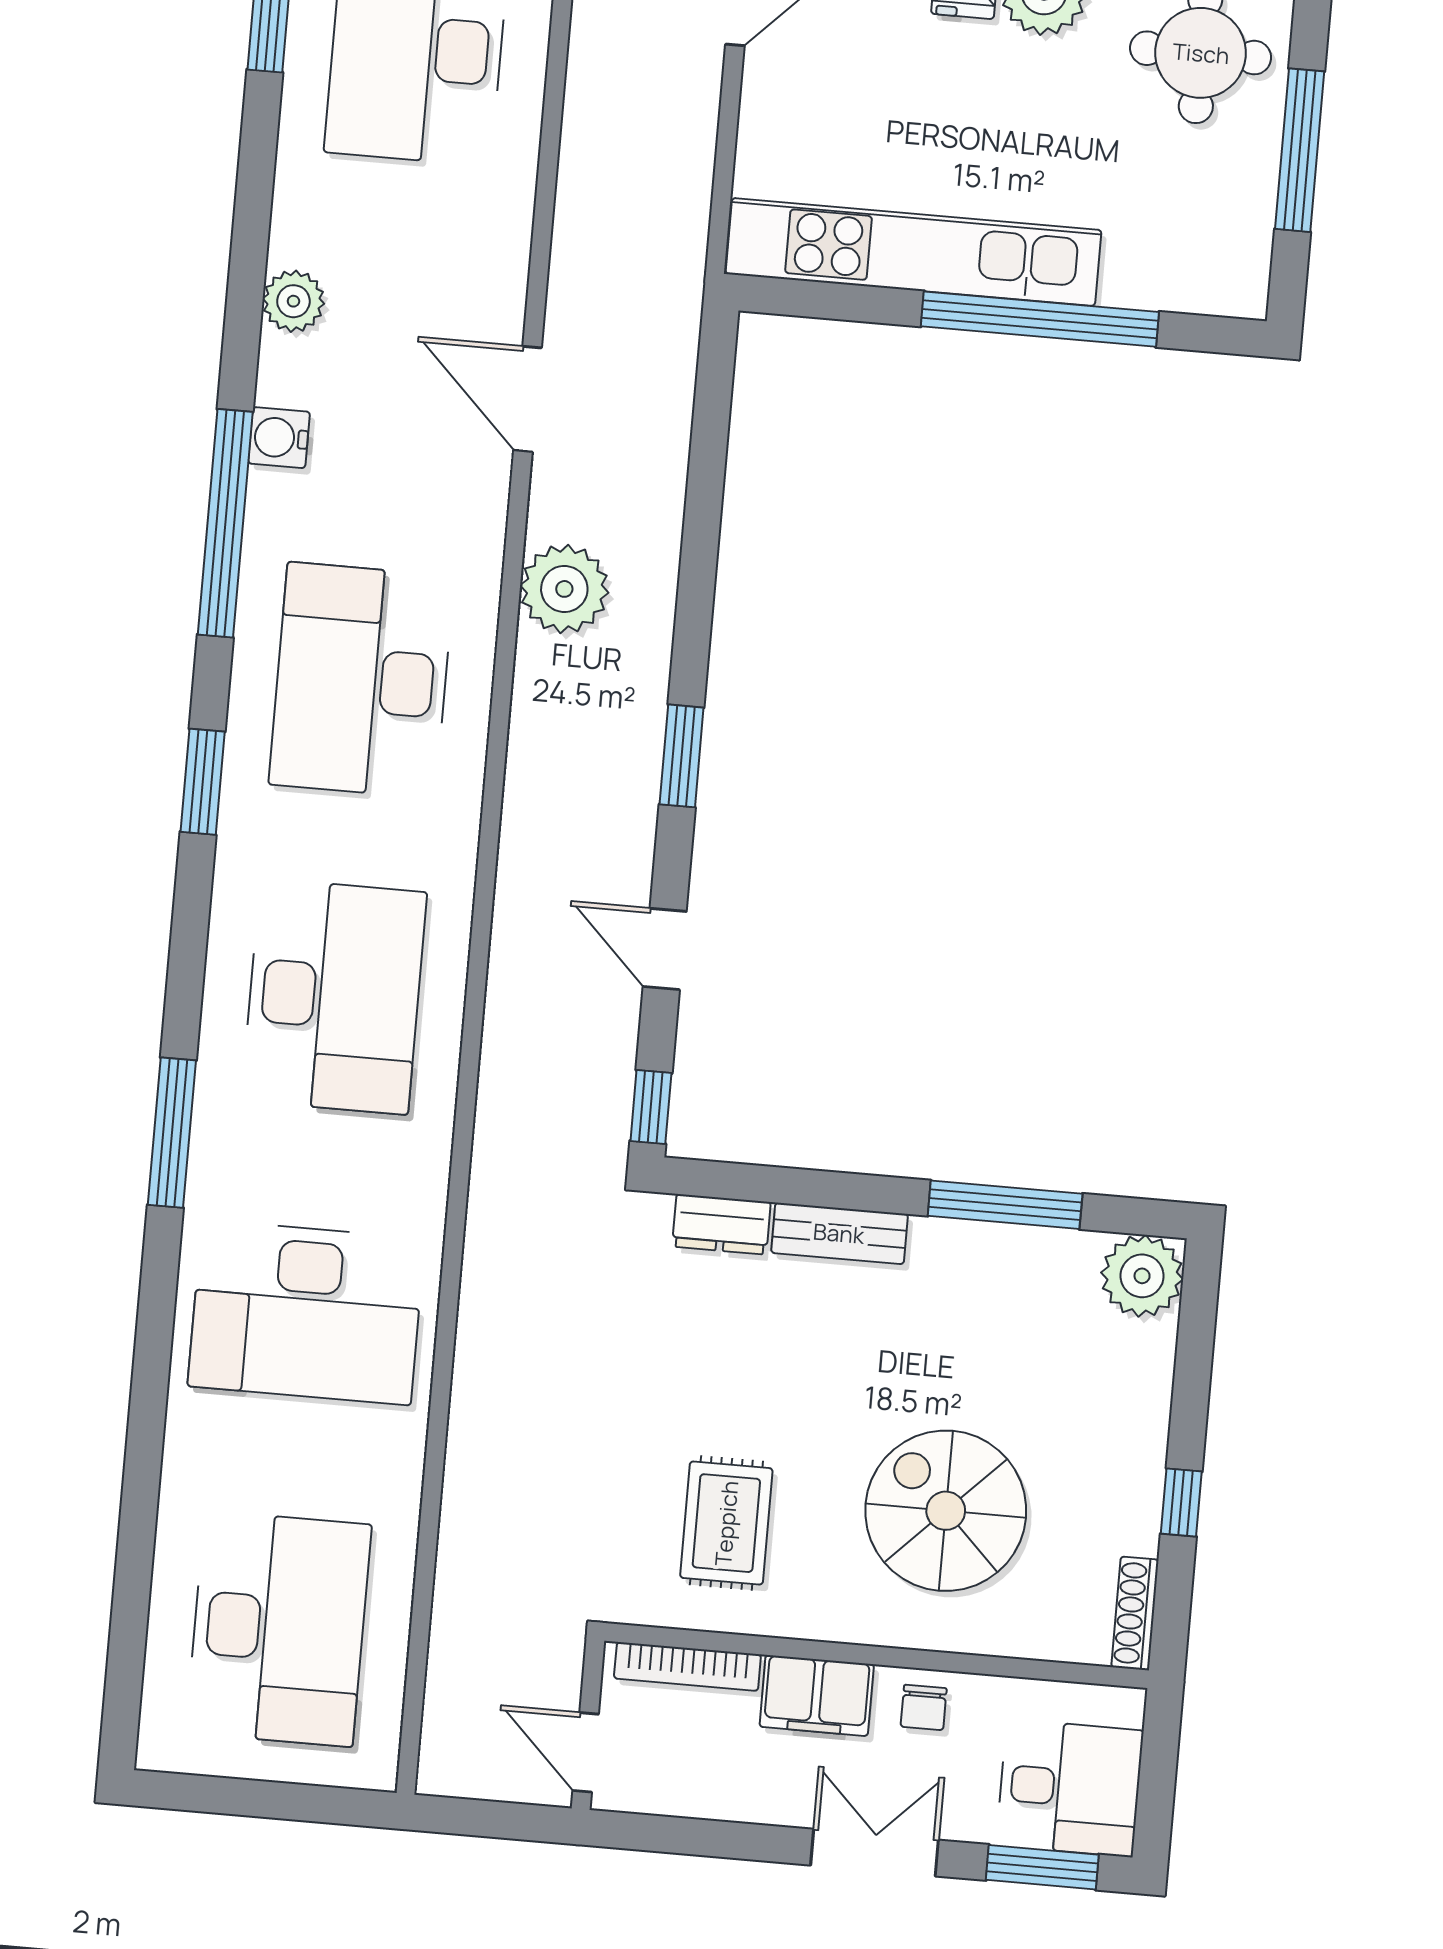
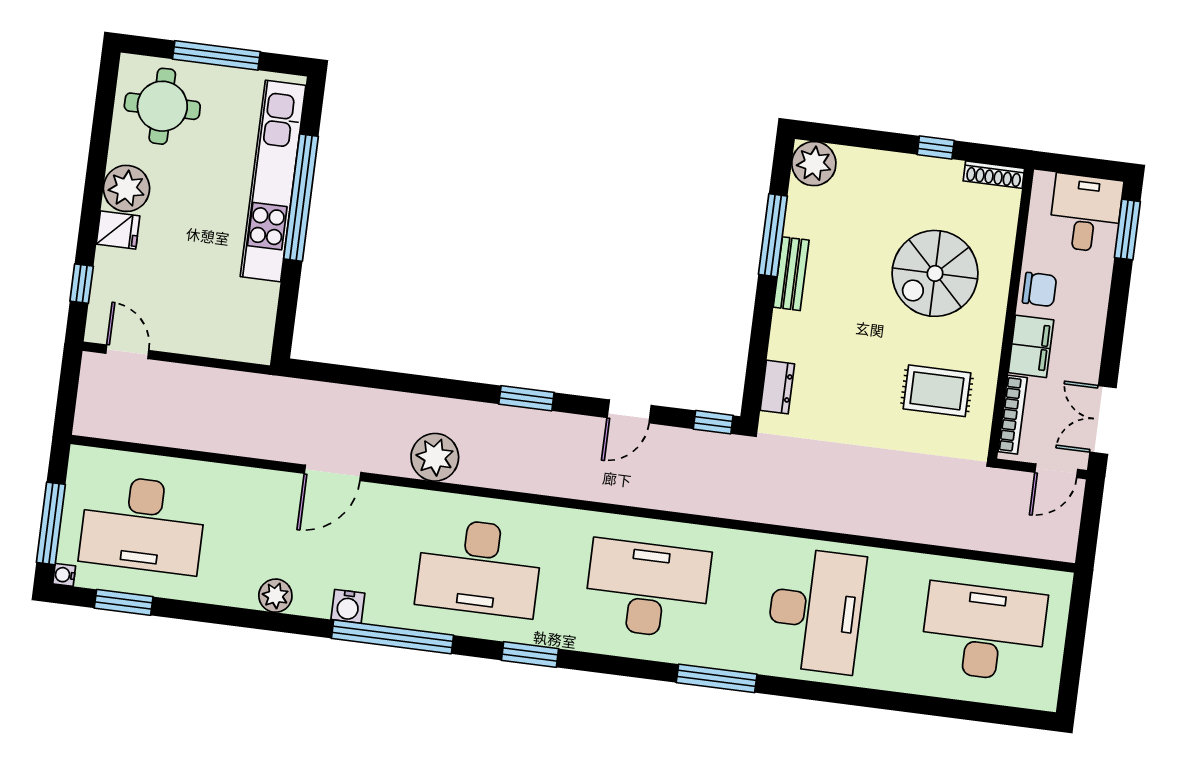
kitchen unit: (913, 252) -> (273, 181), moved
bench: (839, 1233) -> (791, 274), moved
chair: (924, 1707) -> (1040, 289), width x1.37, depth x1.37
double door: (874, 1853) -> (1103, 420), moved

